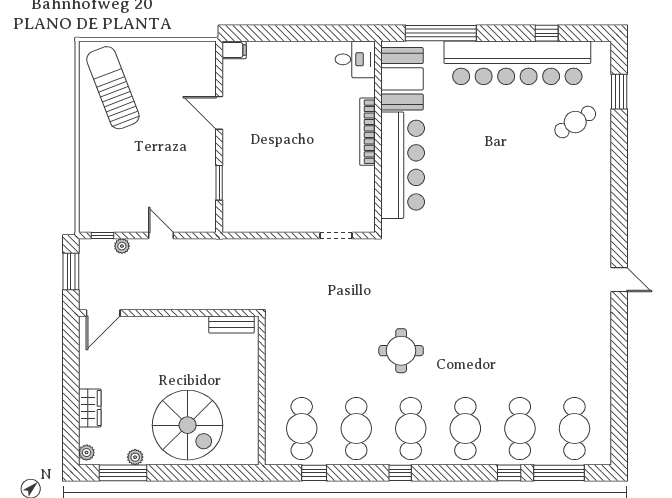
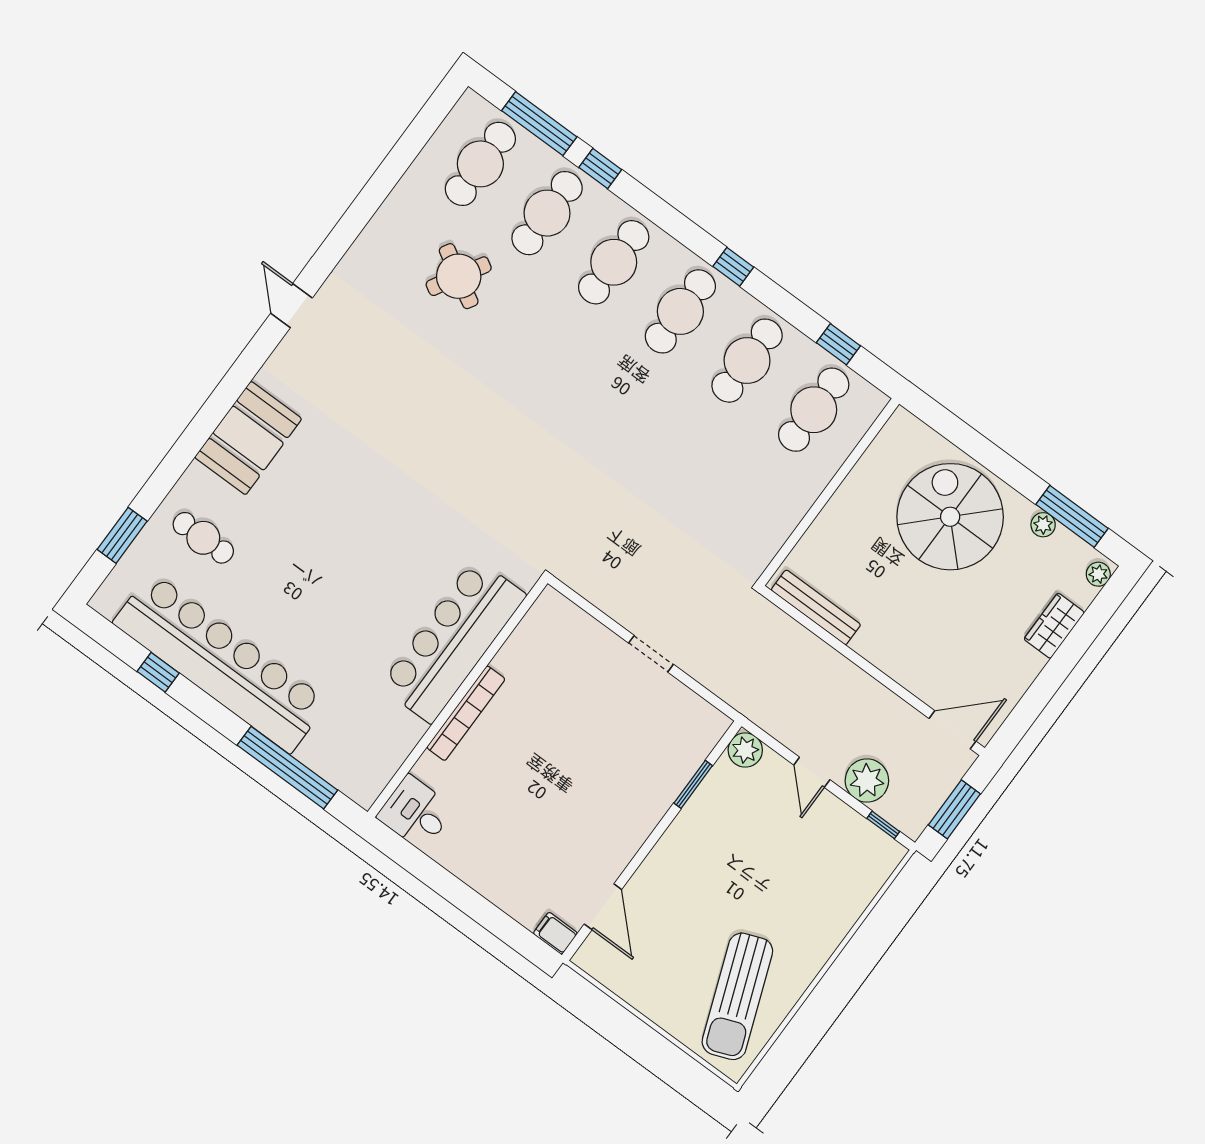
booth: (402, 79) -> (248, 438), moved
door: (219, 113) -> (603, 907), moved
cafe table: (575, 122) -> (203, 538), turned 33
plant: (205, 221) -> (745, 750), added
doorway: (336, 236) -> (651, 654), moved
plant: (122, 246) -> (867, 781), width x1.88, depth x1.88
bench: (232, 325) -> (816, 607), width x1.36
round table: (401, 351) -> (459, 276), moved, turned 30

